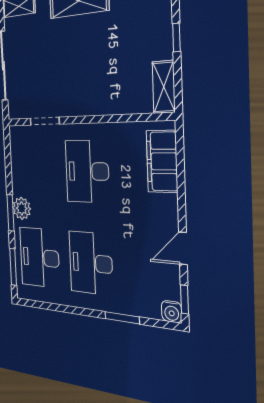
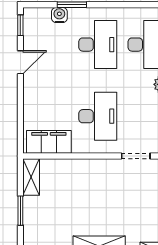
window: (176, 37) -> (20, 211), width x1.50
filing cabinet: (162, 161) -> (49, 142), moved, turned -90
water cooler: (172, 312) -> (59, 15), moved

